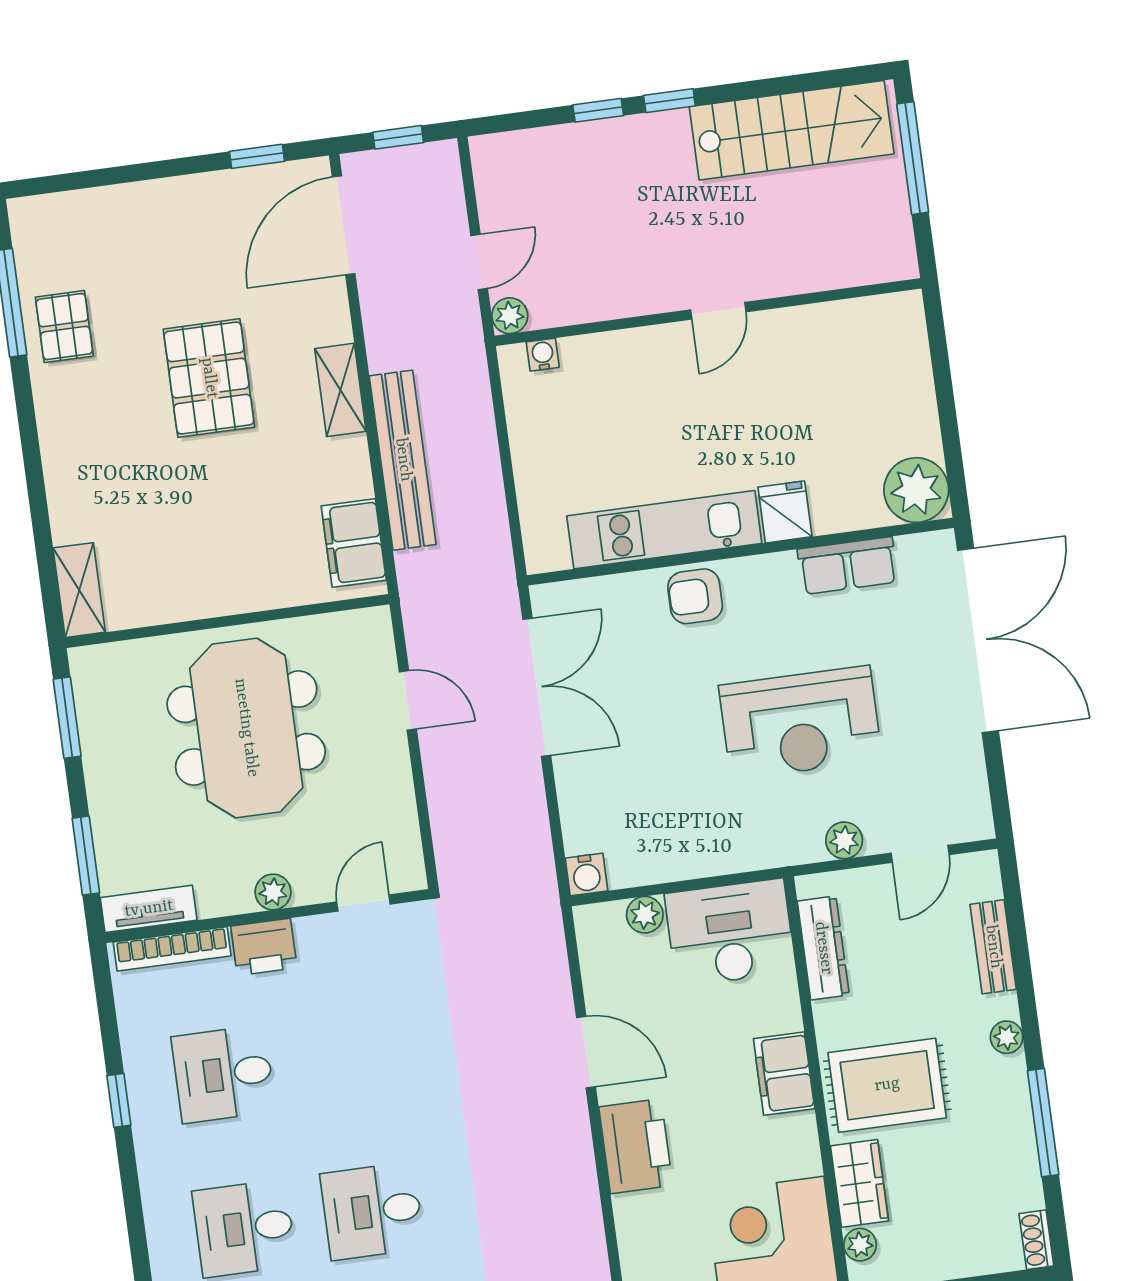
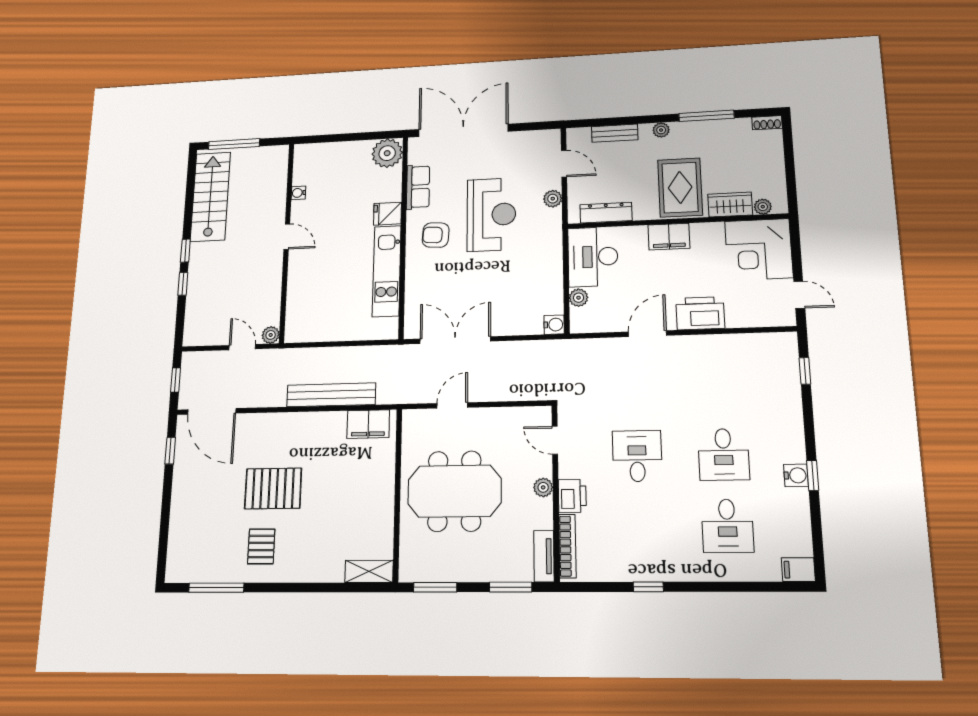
pallet: (64, 327) -> (261, 546), moved, turned 90
water cooler: (543, 355) -> (298, 193), moved
shelving: (340, 390) -> (291, 422), removed
armchair: (695, 596) -> (436, 235), moved, turned 94
desk: (223, 1074) -> (637, 456), moved, turned 180

